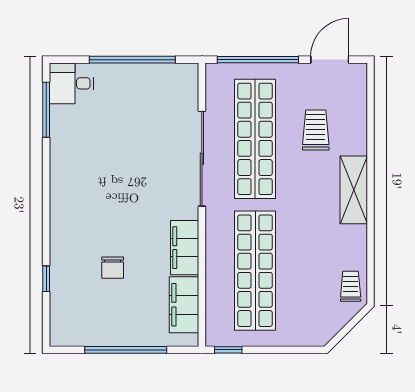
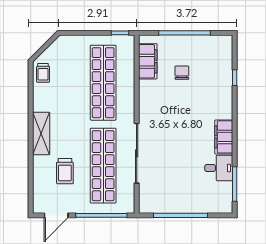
desk: (71, 83) -> (219, 168), moved
filing cabinet: (185, 248) -> (224, 137), moved, turned 180
chair: (113, 268) -> (182, 73), moved

